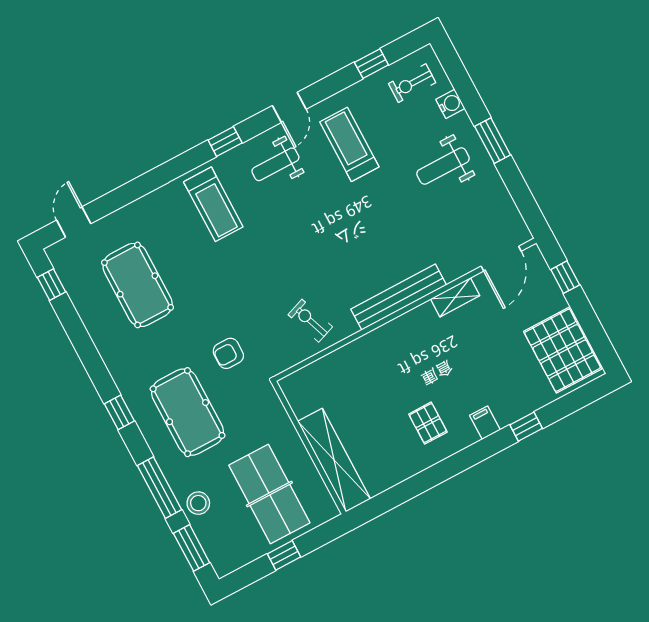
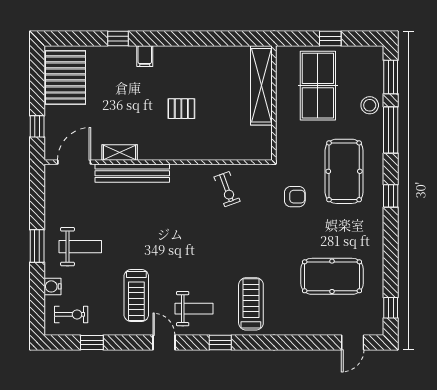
door: (289, 107) -> (164, 343), hinge flipped
pool table: (138, 285) -> (332, 276), turned 90
bench: (399, 297) -> (132, 173), moved
pallet: (428, 423) -> (181, 109), moved, turned 90

